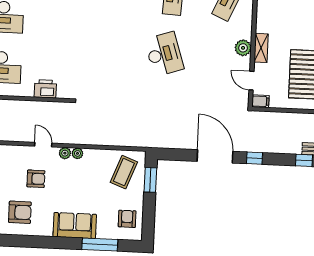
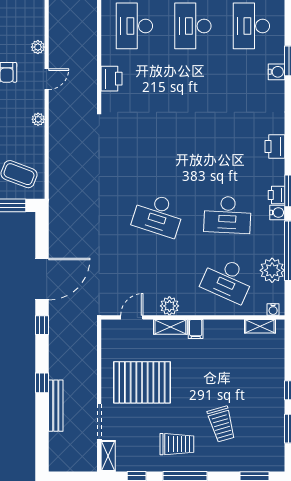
desk: (164, 54) -> (158, 215), turned 36
filing cabinet: (260, 101) -> (196, 329), moved
plant: (65, 153) -> (38, 47), moved

